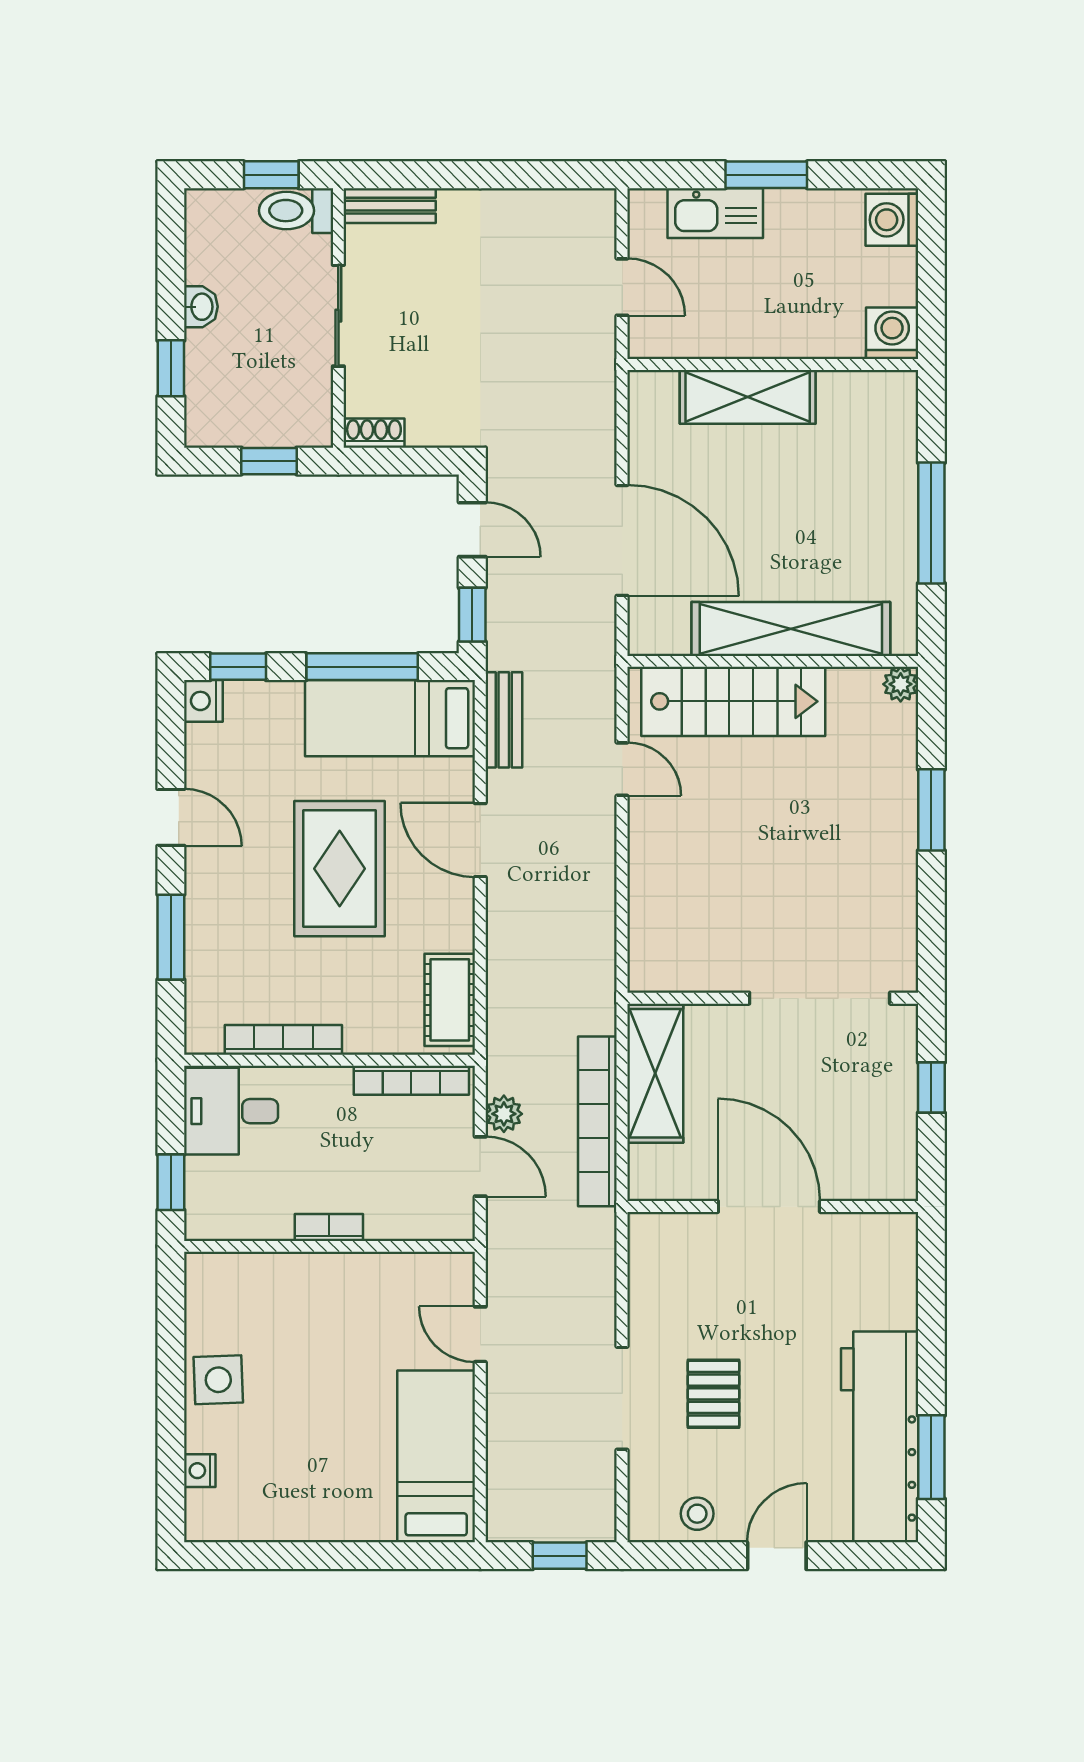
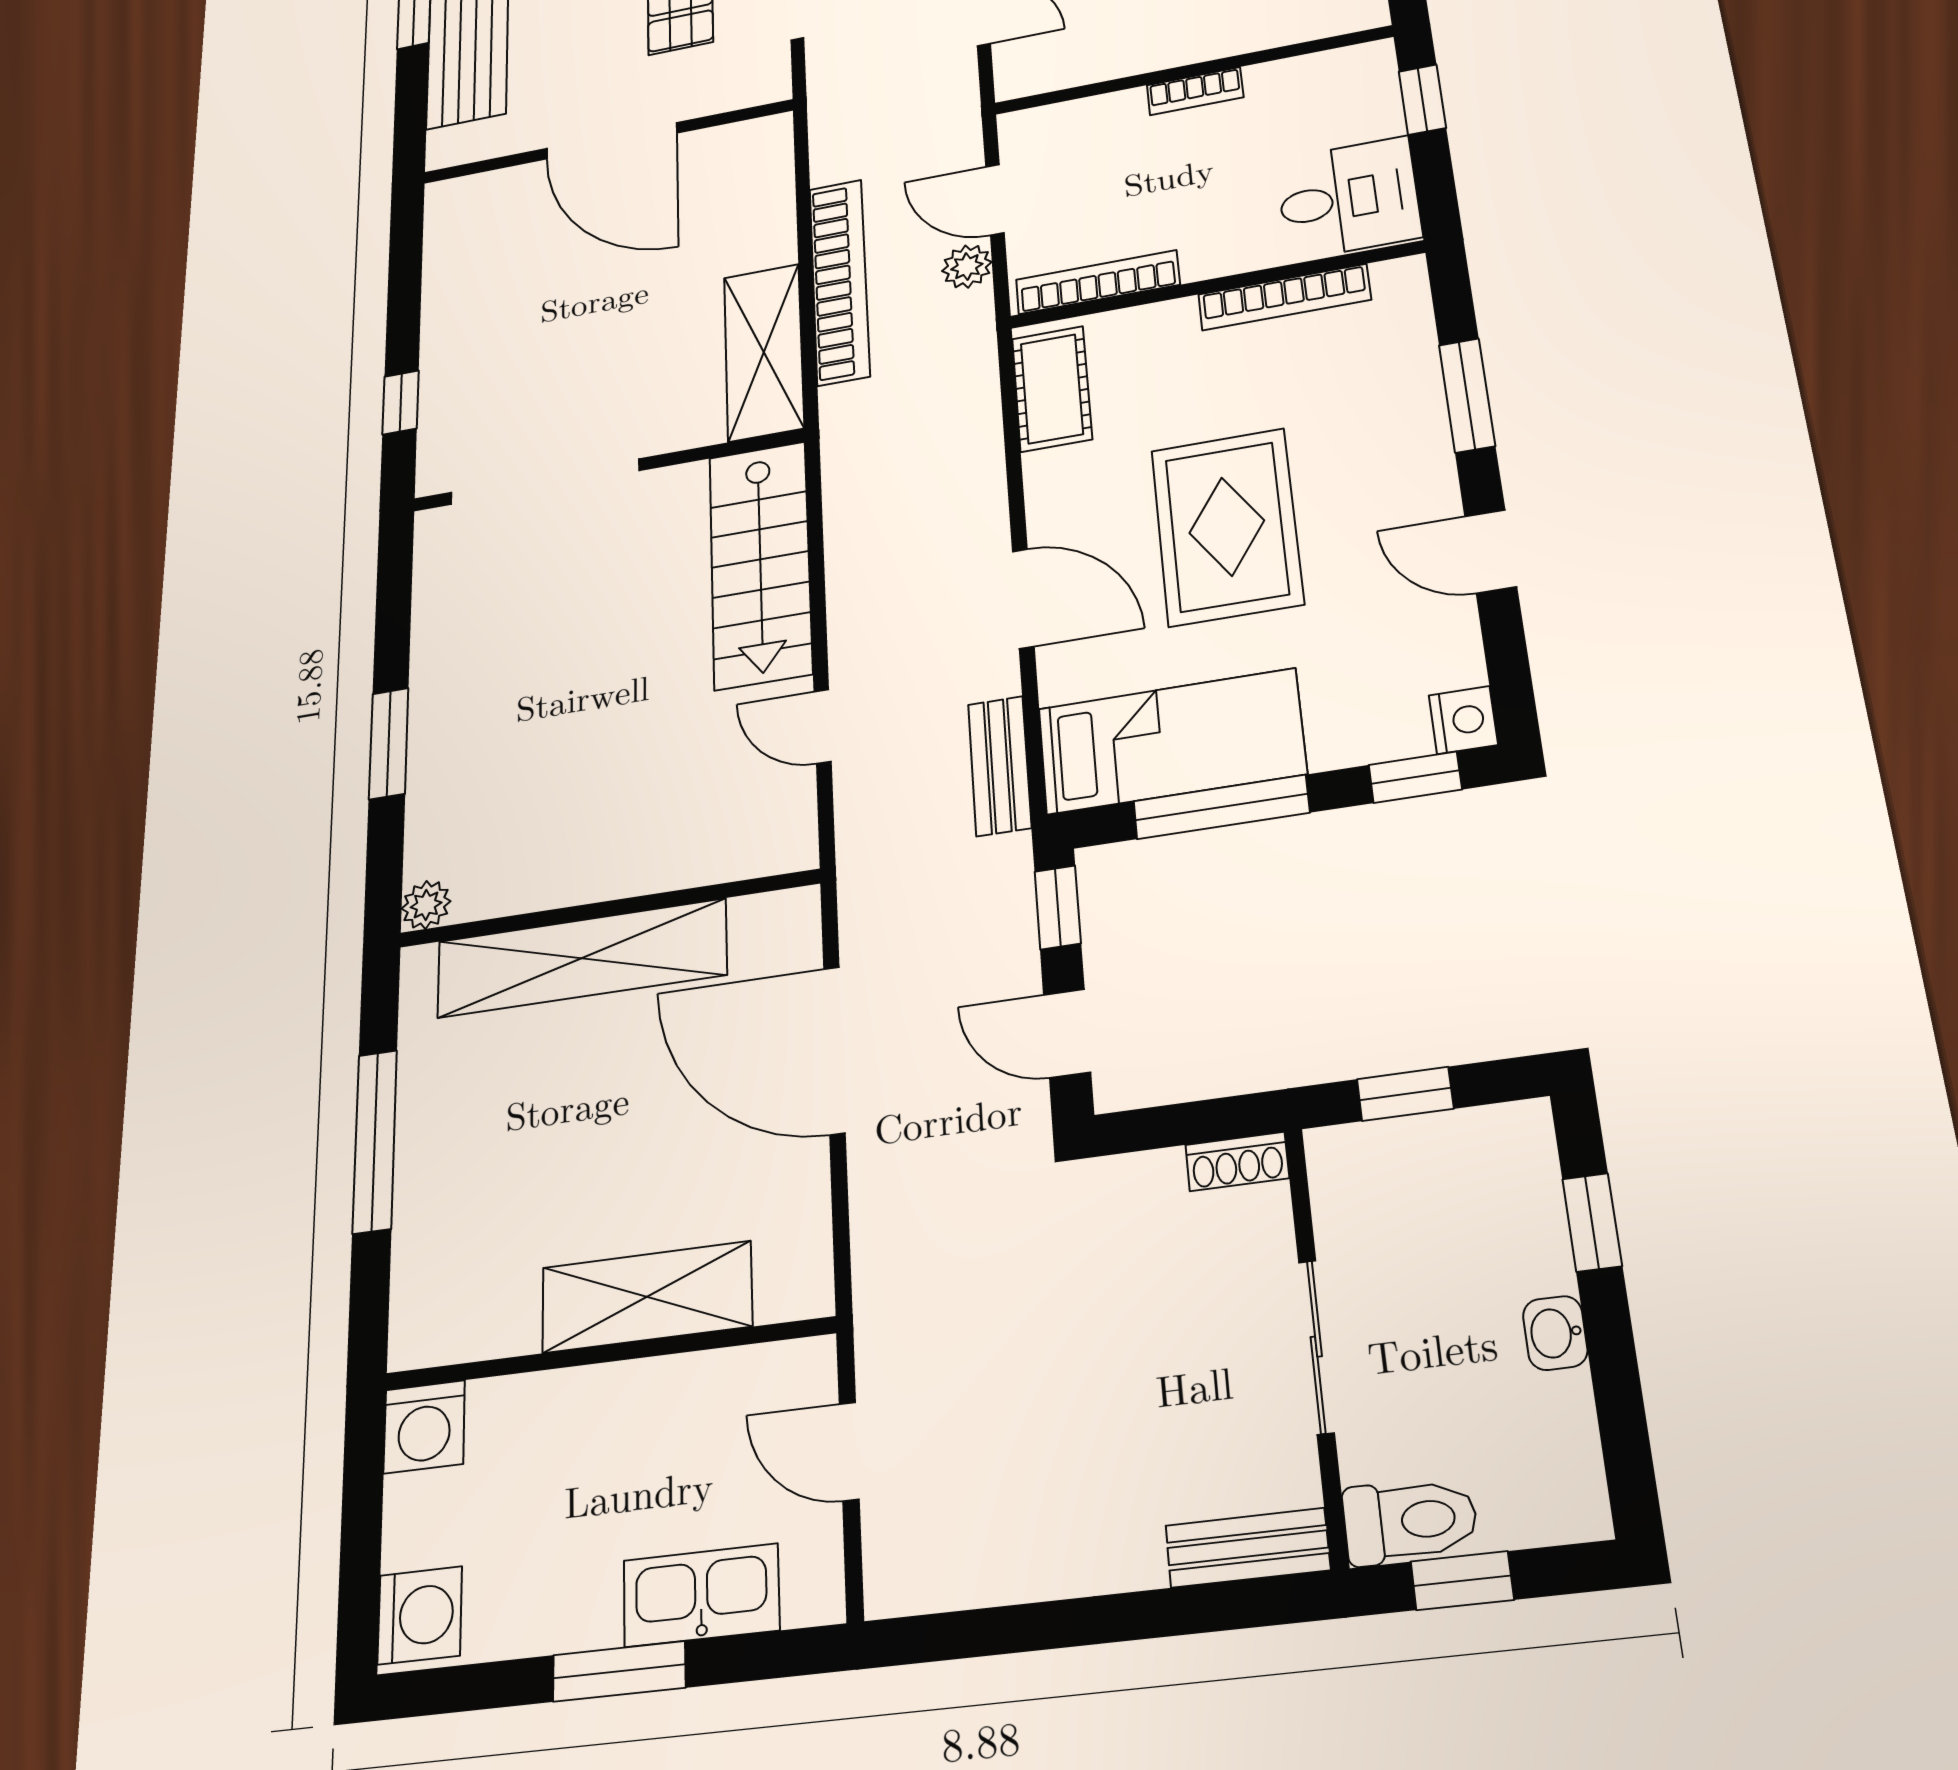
stairs: (733, 701) -> (760, 564), moved, turned -90
door: (769, 1206) -> (612, 141), moved
wall: (773, 1206) -> (607, 142), moved

